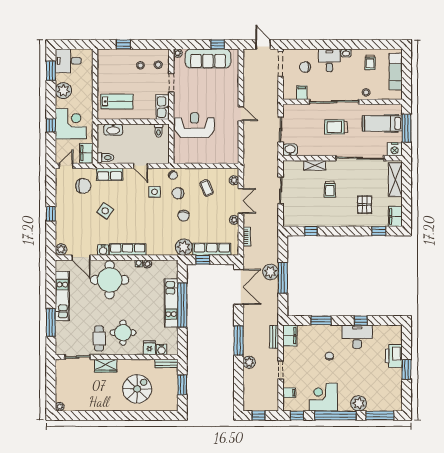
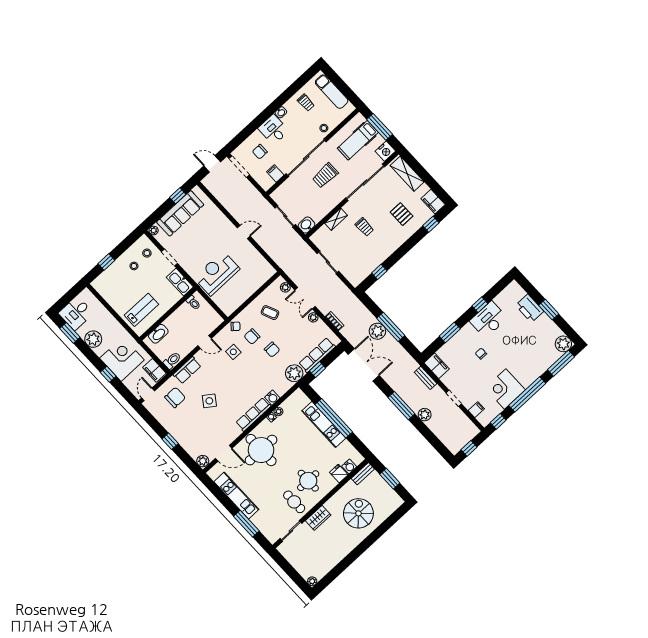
double door: (241, 201) -> (305, 298), swing flipped
water cooler: (103, 250) -> (272, 398), moved
plant: (359, 403) -> (563, 344), moved

